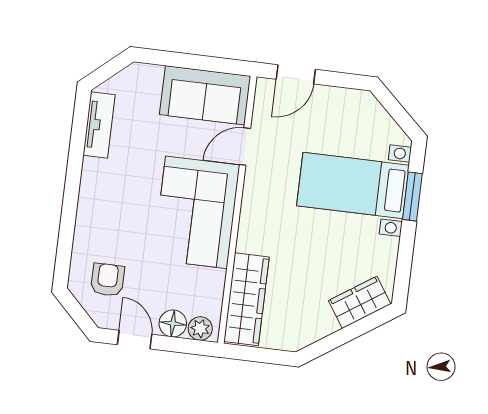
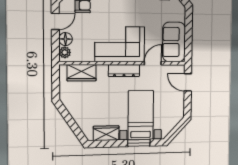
door: (245, 147) -> (153, 63), hinge flipped
dresser: (253, 210) -> (124, 71), added
wardrobe: (246, 299) -> (82, 73), width x0.67
wardrobe: (360, 302) -> (106, 133), moved, turned -56

